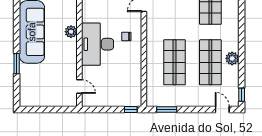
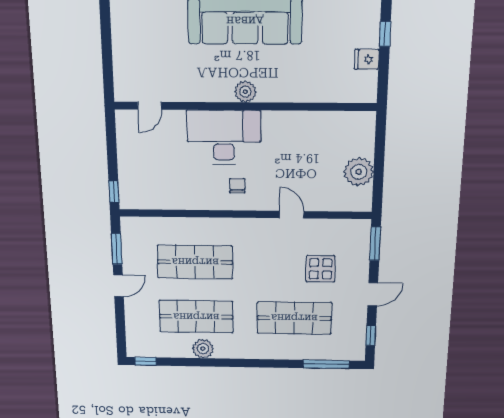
door: (222, 110) -> (118, 286), moved

